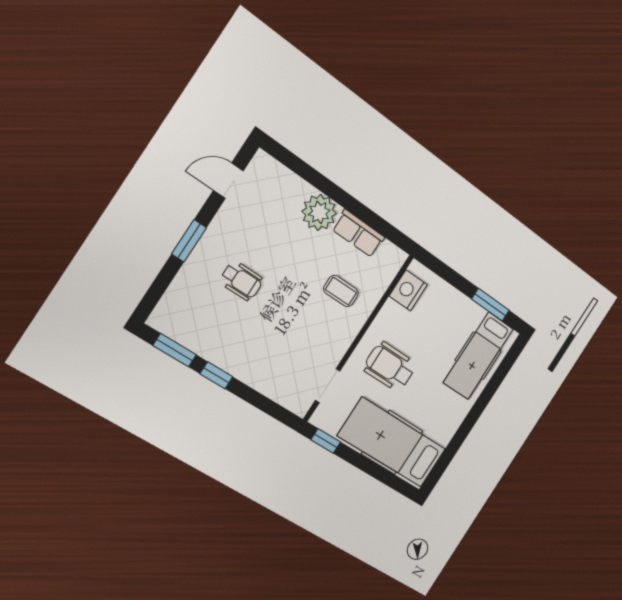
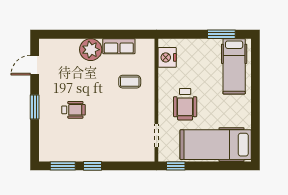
wheelchair: (390, 367) -> (185, 104), turned -90

